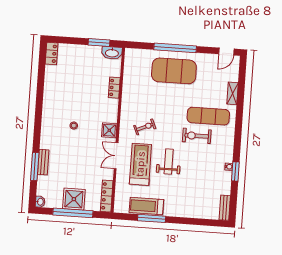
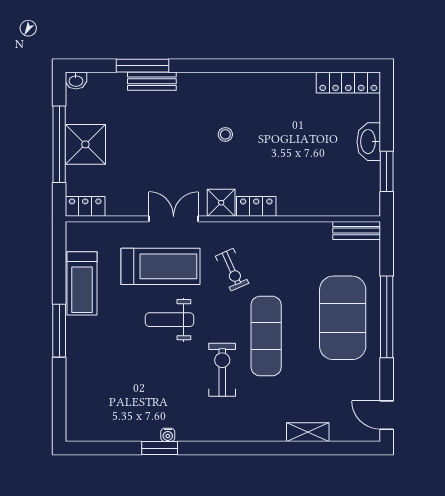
washbasin: (112, 53) -> (369, 142), moved
locker: (52, 54) -> (348, 83), width x1.53
locker: (114, 88) -> (256, 206), moved
exercise mat: (208, 116) -> (266, 336), moved
weight bench: (169, 162) -> (169, 320), turned 180
locker: (107, 196) -> (85, 206), width x0.66
treadmill: (146, 206) -> (82, 283), turned 180
bench: (225, 208) -> (357, 231), moved
window: (152, 218) -> (59, 331), moved

